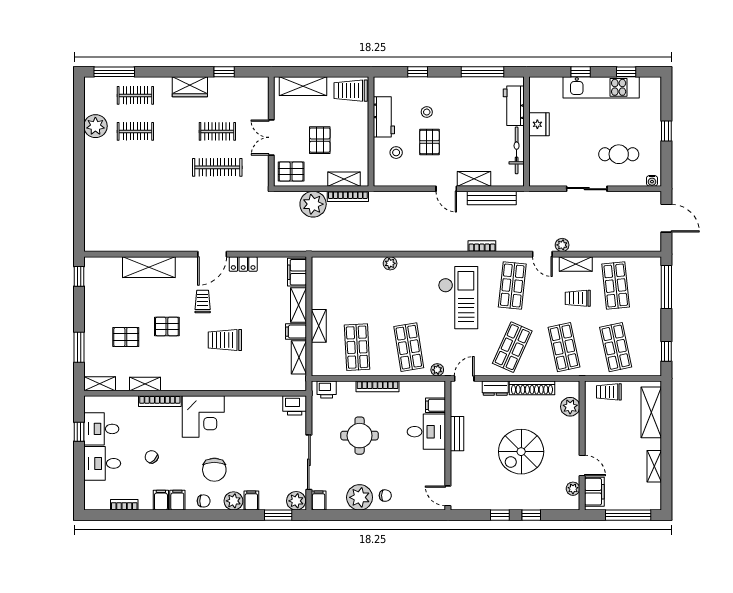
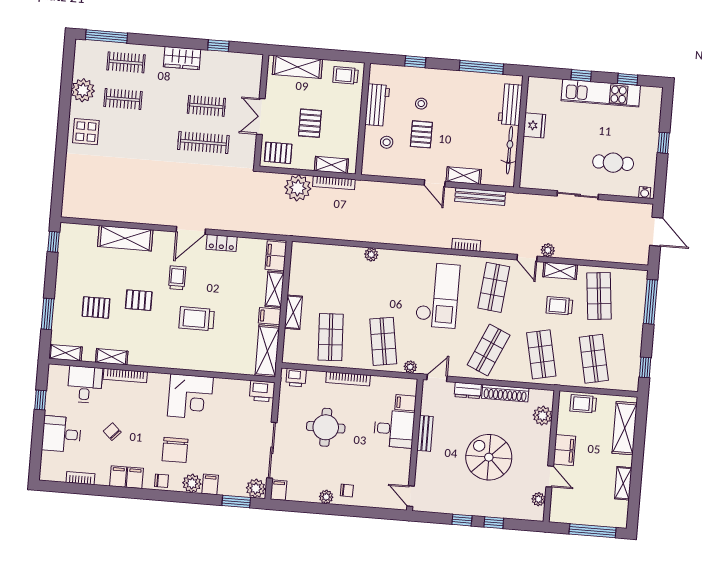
trolley: (351, 91) -> (345, 75), width x0.73, depth x0.72
display table: (102, 166) -> (86, 132), added
shelving: (299, 357) -> (267, 351), width x1.50, depth x1.33
corner desk: (203, 417) -> (190, 397), moved
desk: (101, 429) -> (85, 385), moved, turned 90
spiral stairs: (521, 452) -> (489, 457), turned 90
filing cabinet: (594, 492) -> (564, 450), moved
plant: (360, 497) -> (326, 497), width x0.53, depth x0.53

